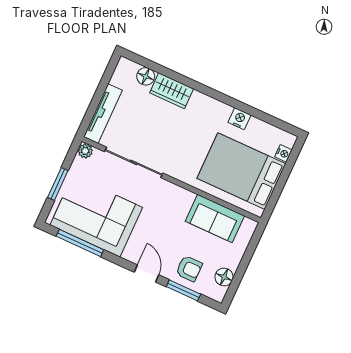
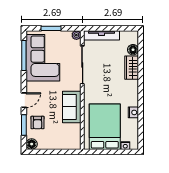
sofa: (215, 218) -> (72, 107), moved
floor lamp: (224, 277) -> (32, 144), moved

